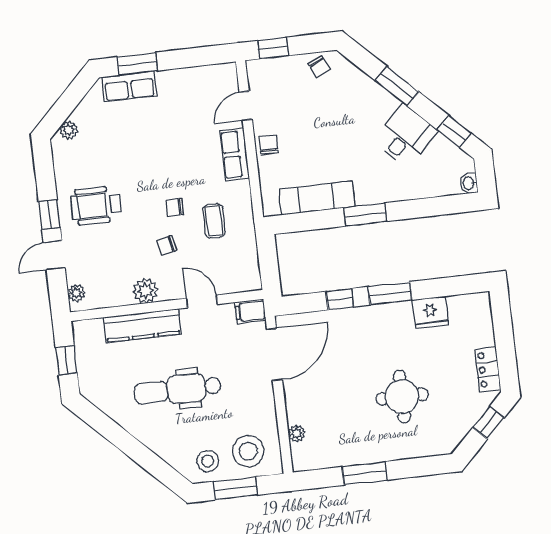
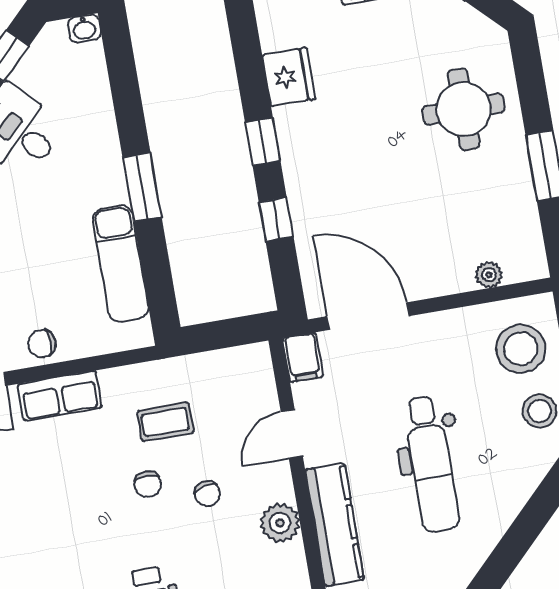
window: (390, 293) -> (263, 142), width x0.67
round table: (402, 397) -> (464, 109), moved

